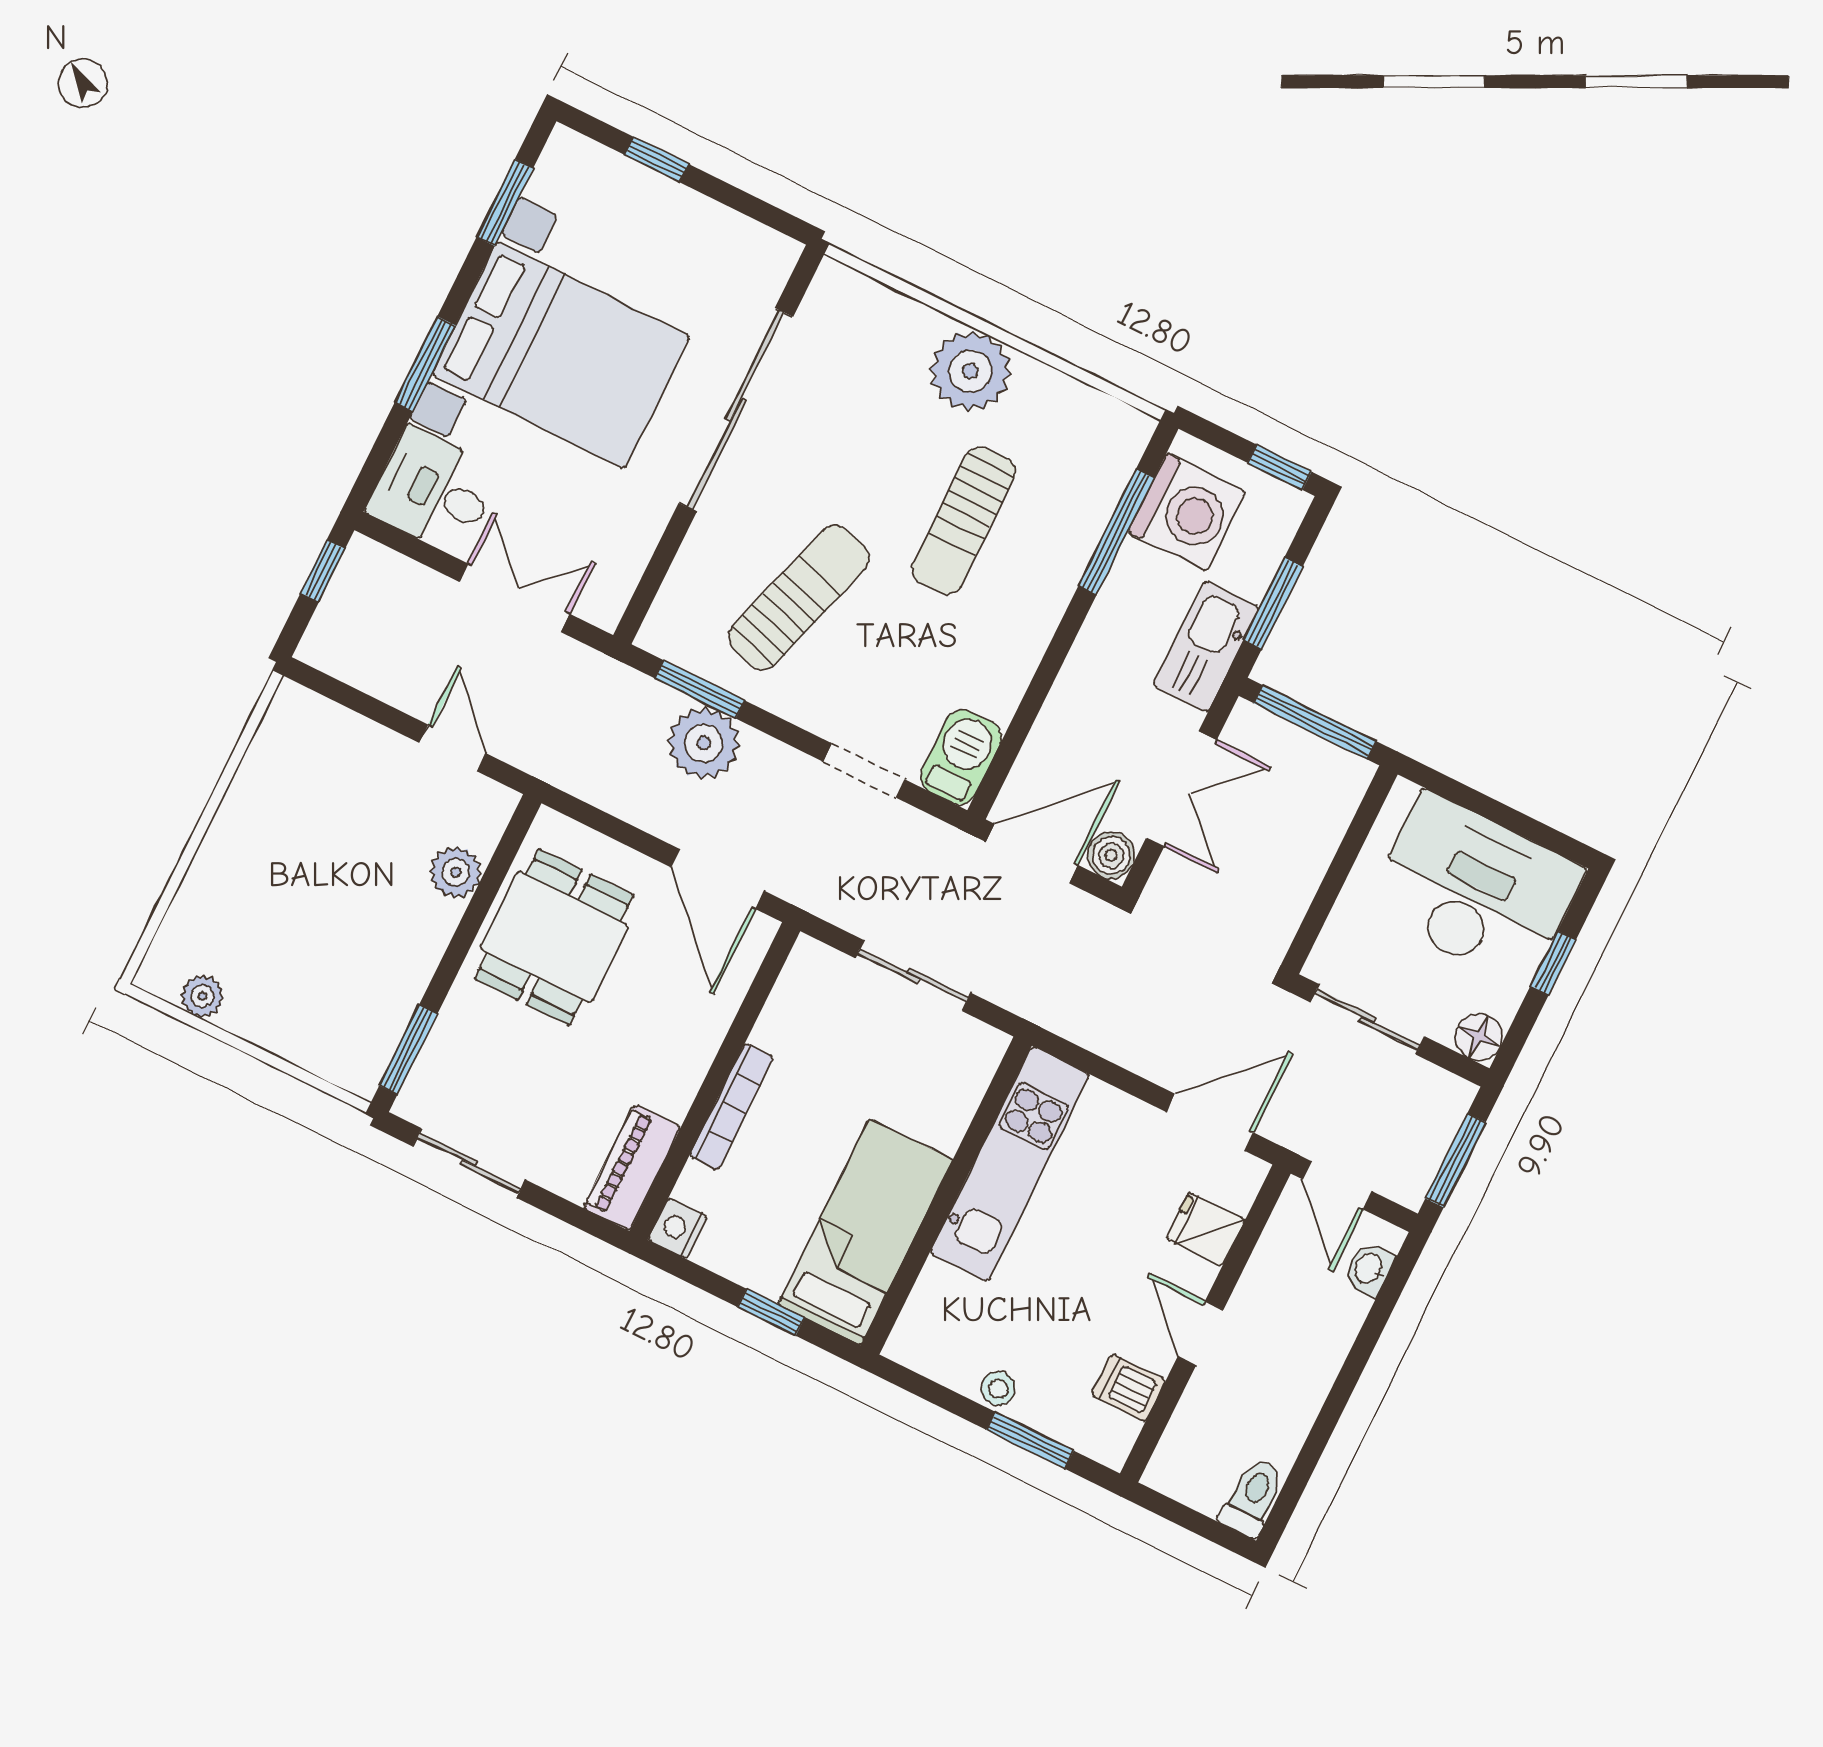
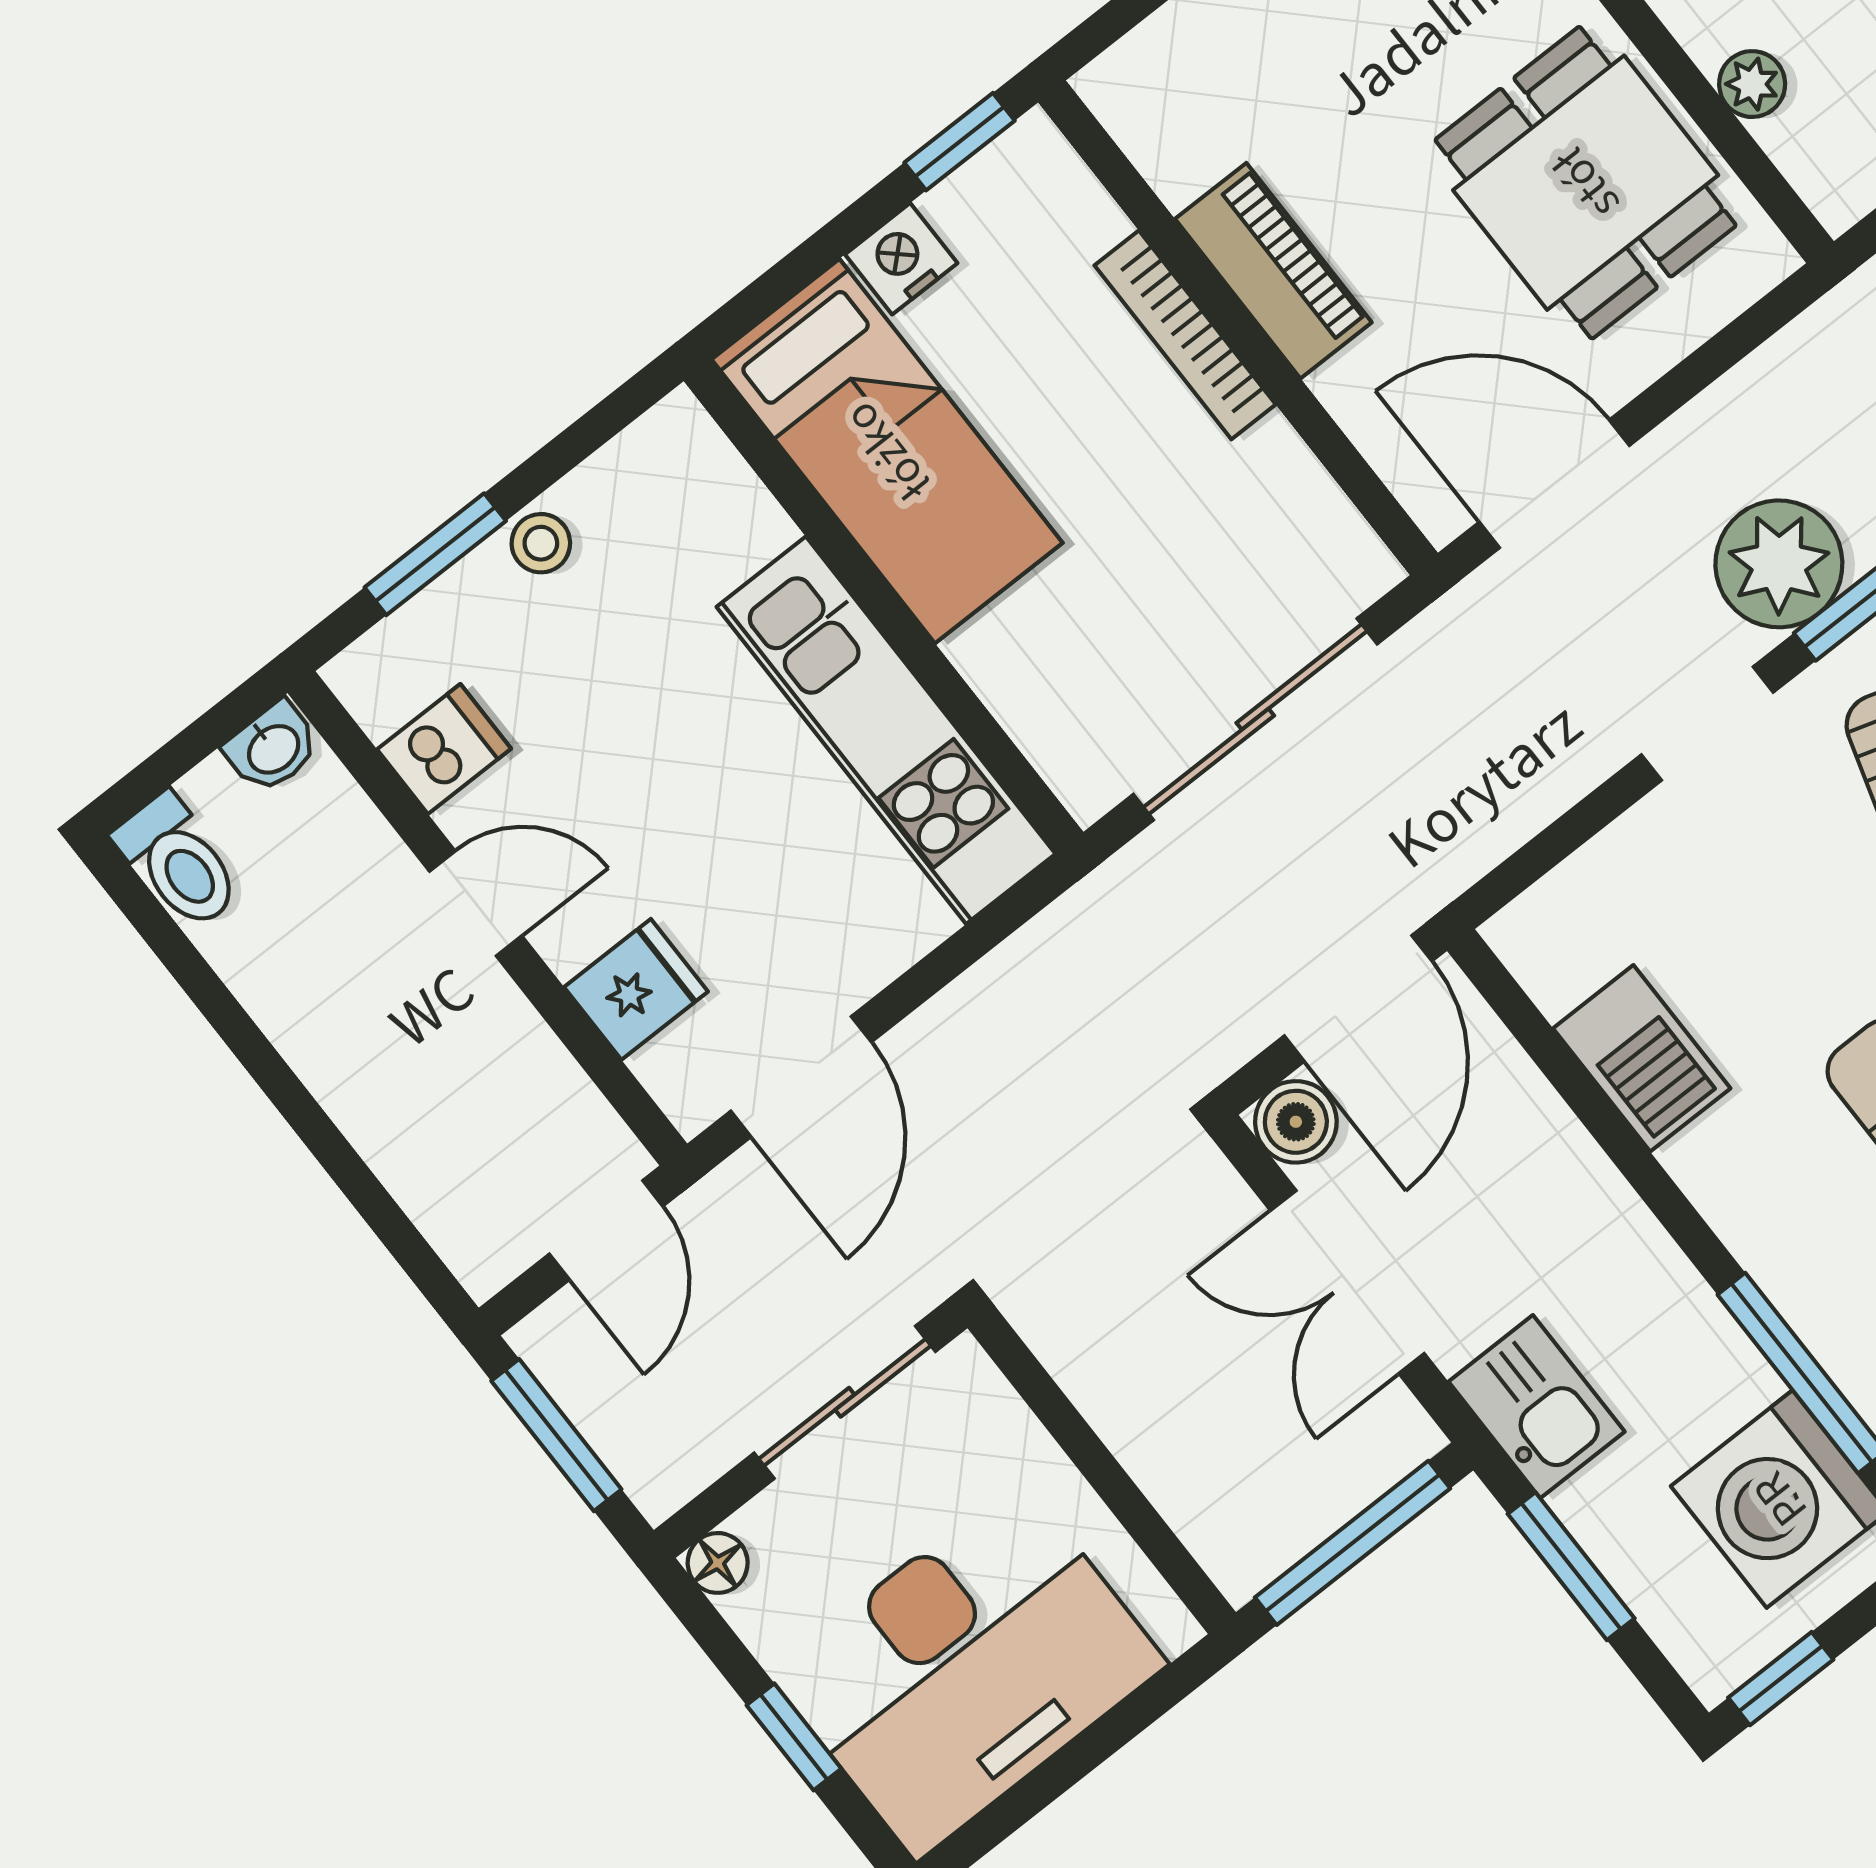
kitchen sink: (1206, 646) -> (1537, 1407), width x0.73
barbecue: (961, 757) -> (1642, 1058), moved
doorway: (864, 771) -> (1707, 724), moved
plant: (456, 872) -> (1752, 84), width x0.73, depth x0.73
sliding door: (913, 976) -> (1255, 719), width x1.37
floor lamp: (1479, 1037) -> (718, 1563), width x0.73, depth x0.73
piano: (632, 1167) -> (1273, 271), moved
door: (1337, 1185) -> (606, 1230), swing flipped
nightstand: (678, 1228) -> (901, 259), moved, turned -90
washbasin: (1369, 1269) -> (272, 748), moved, turned 90
window: (771, 1312) -> (959, 142), moved

